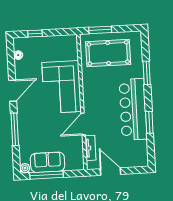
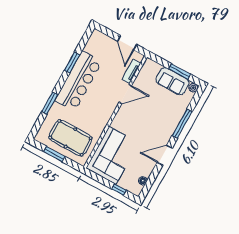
window: (100, 30) -> (54, 154), moved
corner sofa: (62, 87) -> (112, 155), moved
window: (46, 175) -> (180, 72), width x0.69

